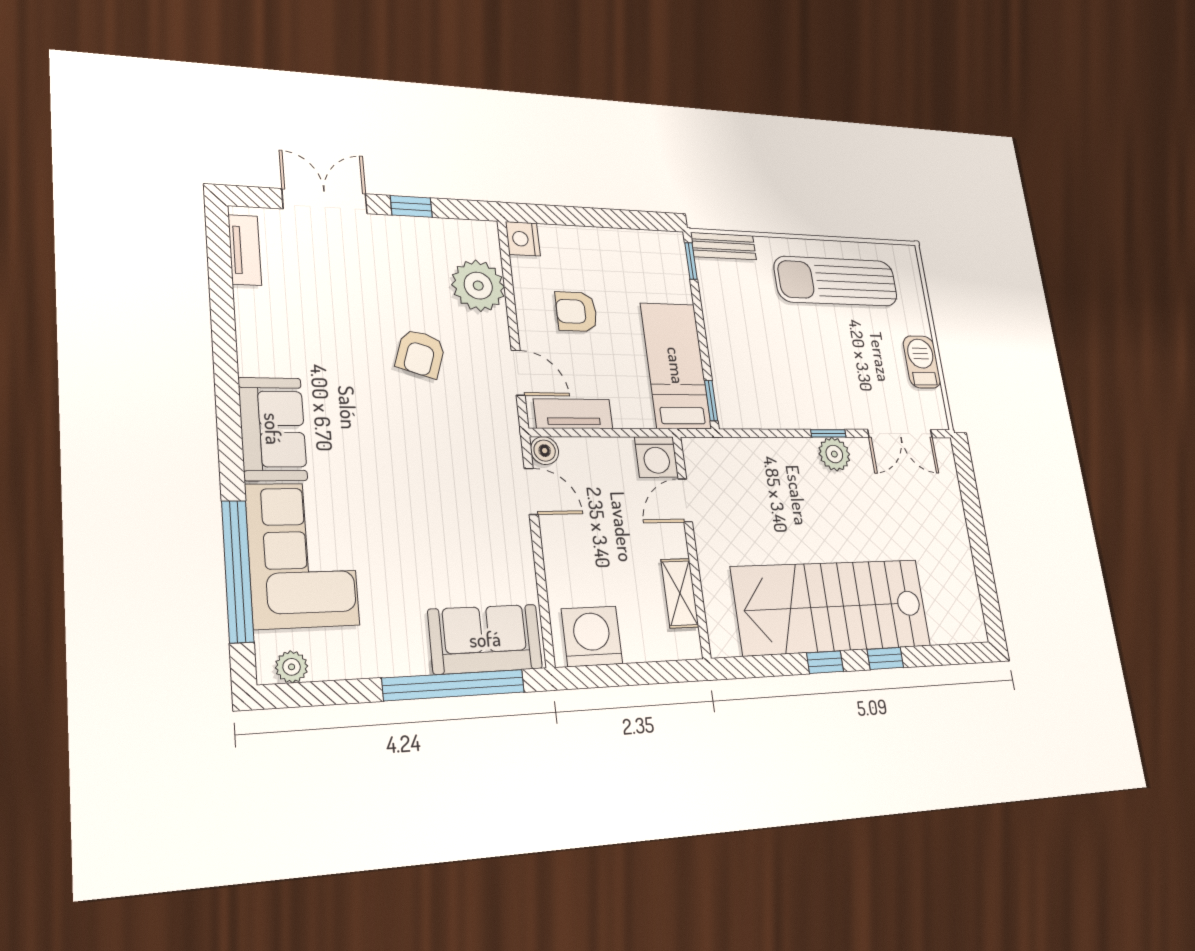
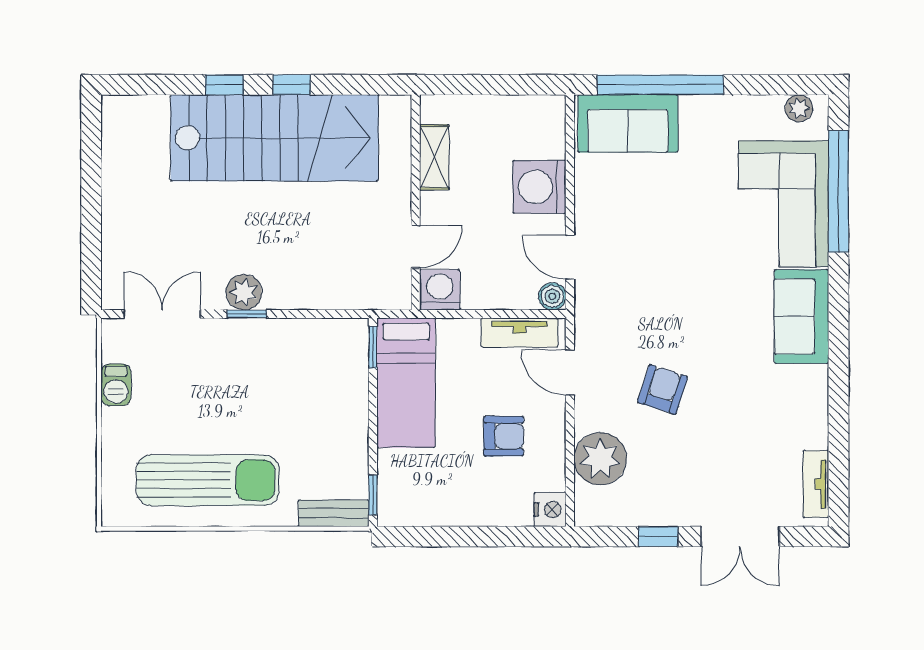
barbecue: (922, 362) -> (116, 385), width x0.73, depth x0.79
washing machine: (592, 636) -> (539, 187), moved, turned 90

